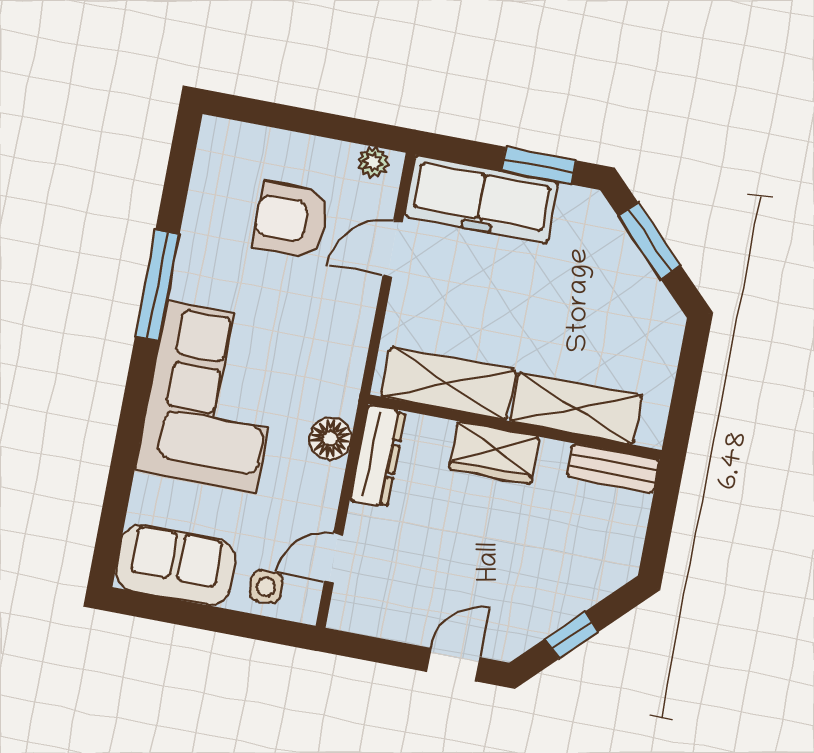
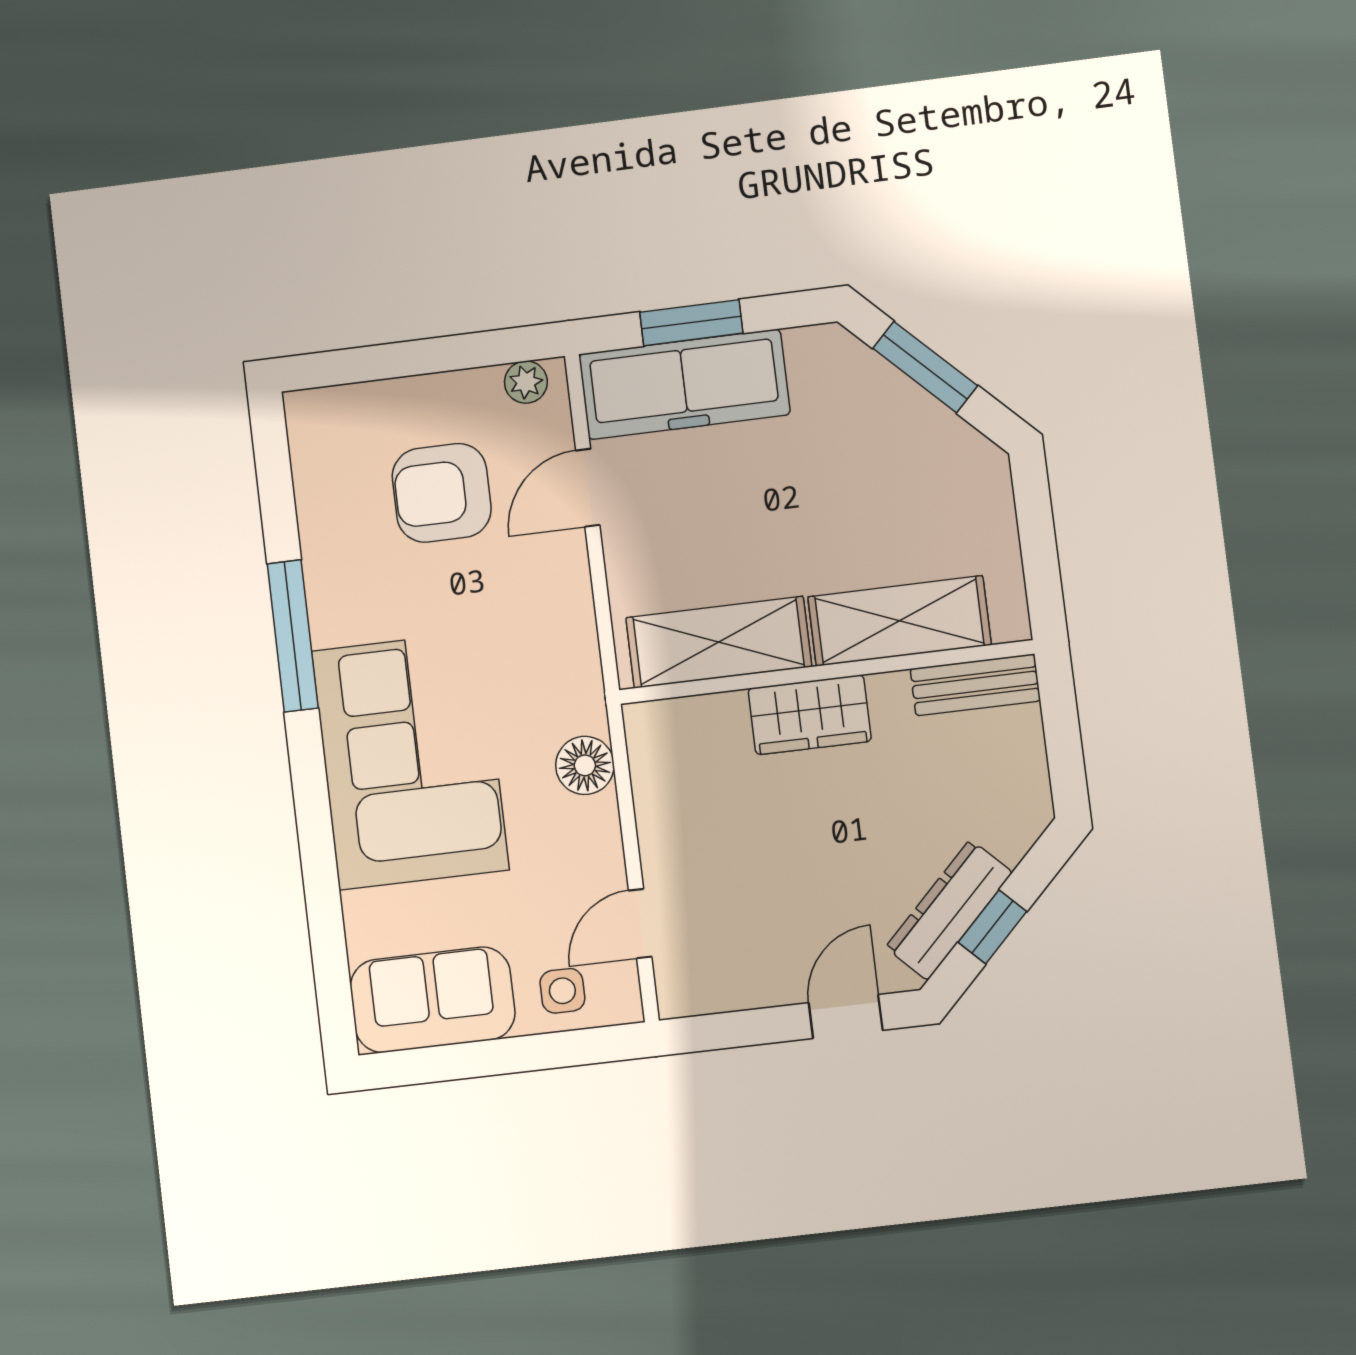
window: (539, 166) -> (691, 323), moved
dresser: (378, 456) -> (949, 910), moved, turned -135

